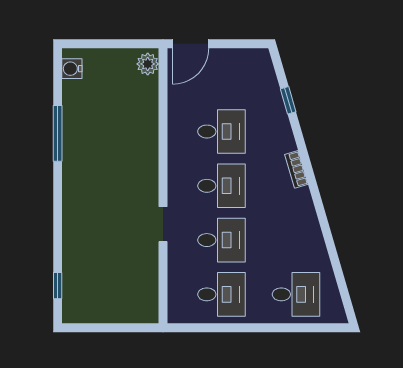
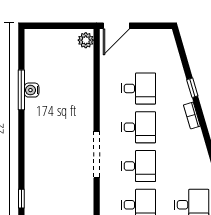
water cooler: (72, 69) -> (32, 90), moved
window: (288, 100) -> (192, 88), moved
doorway: (163, 224) -> (97, 155), width x1.88

